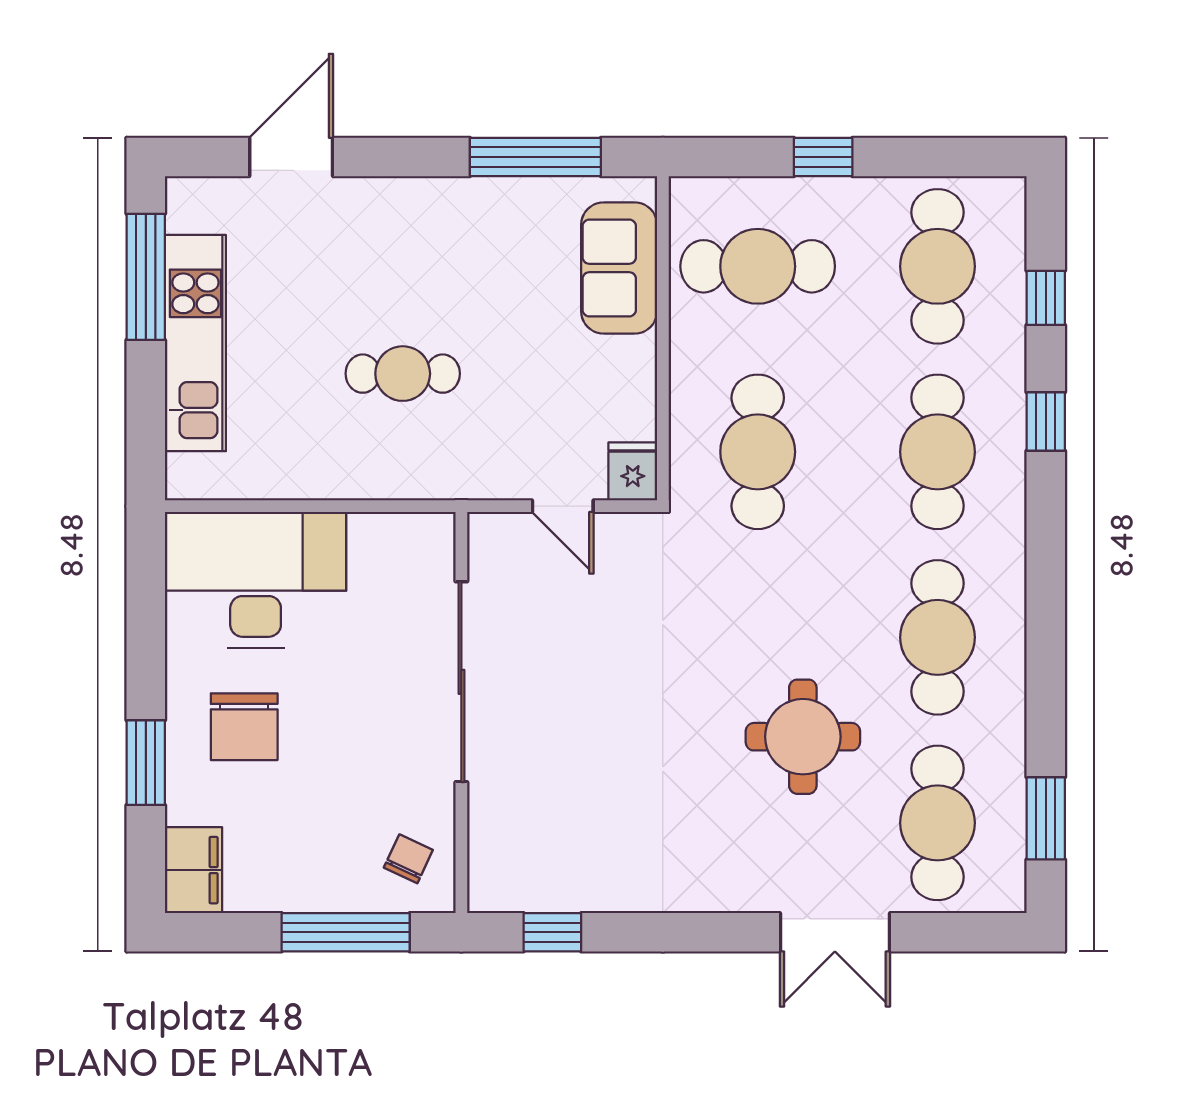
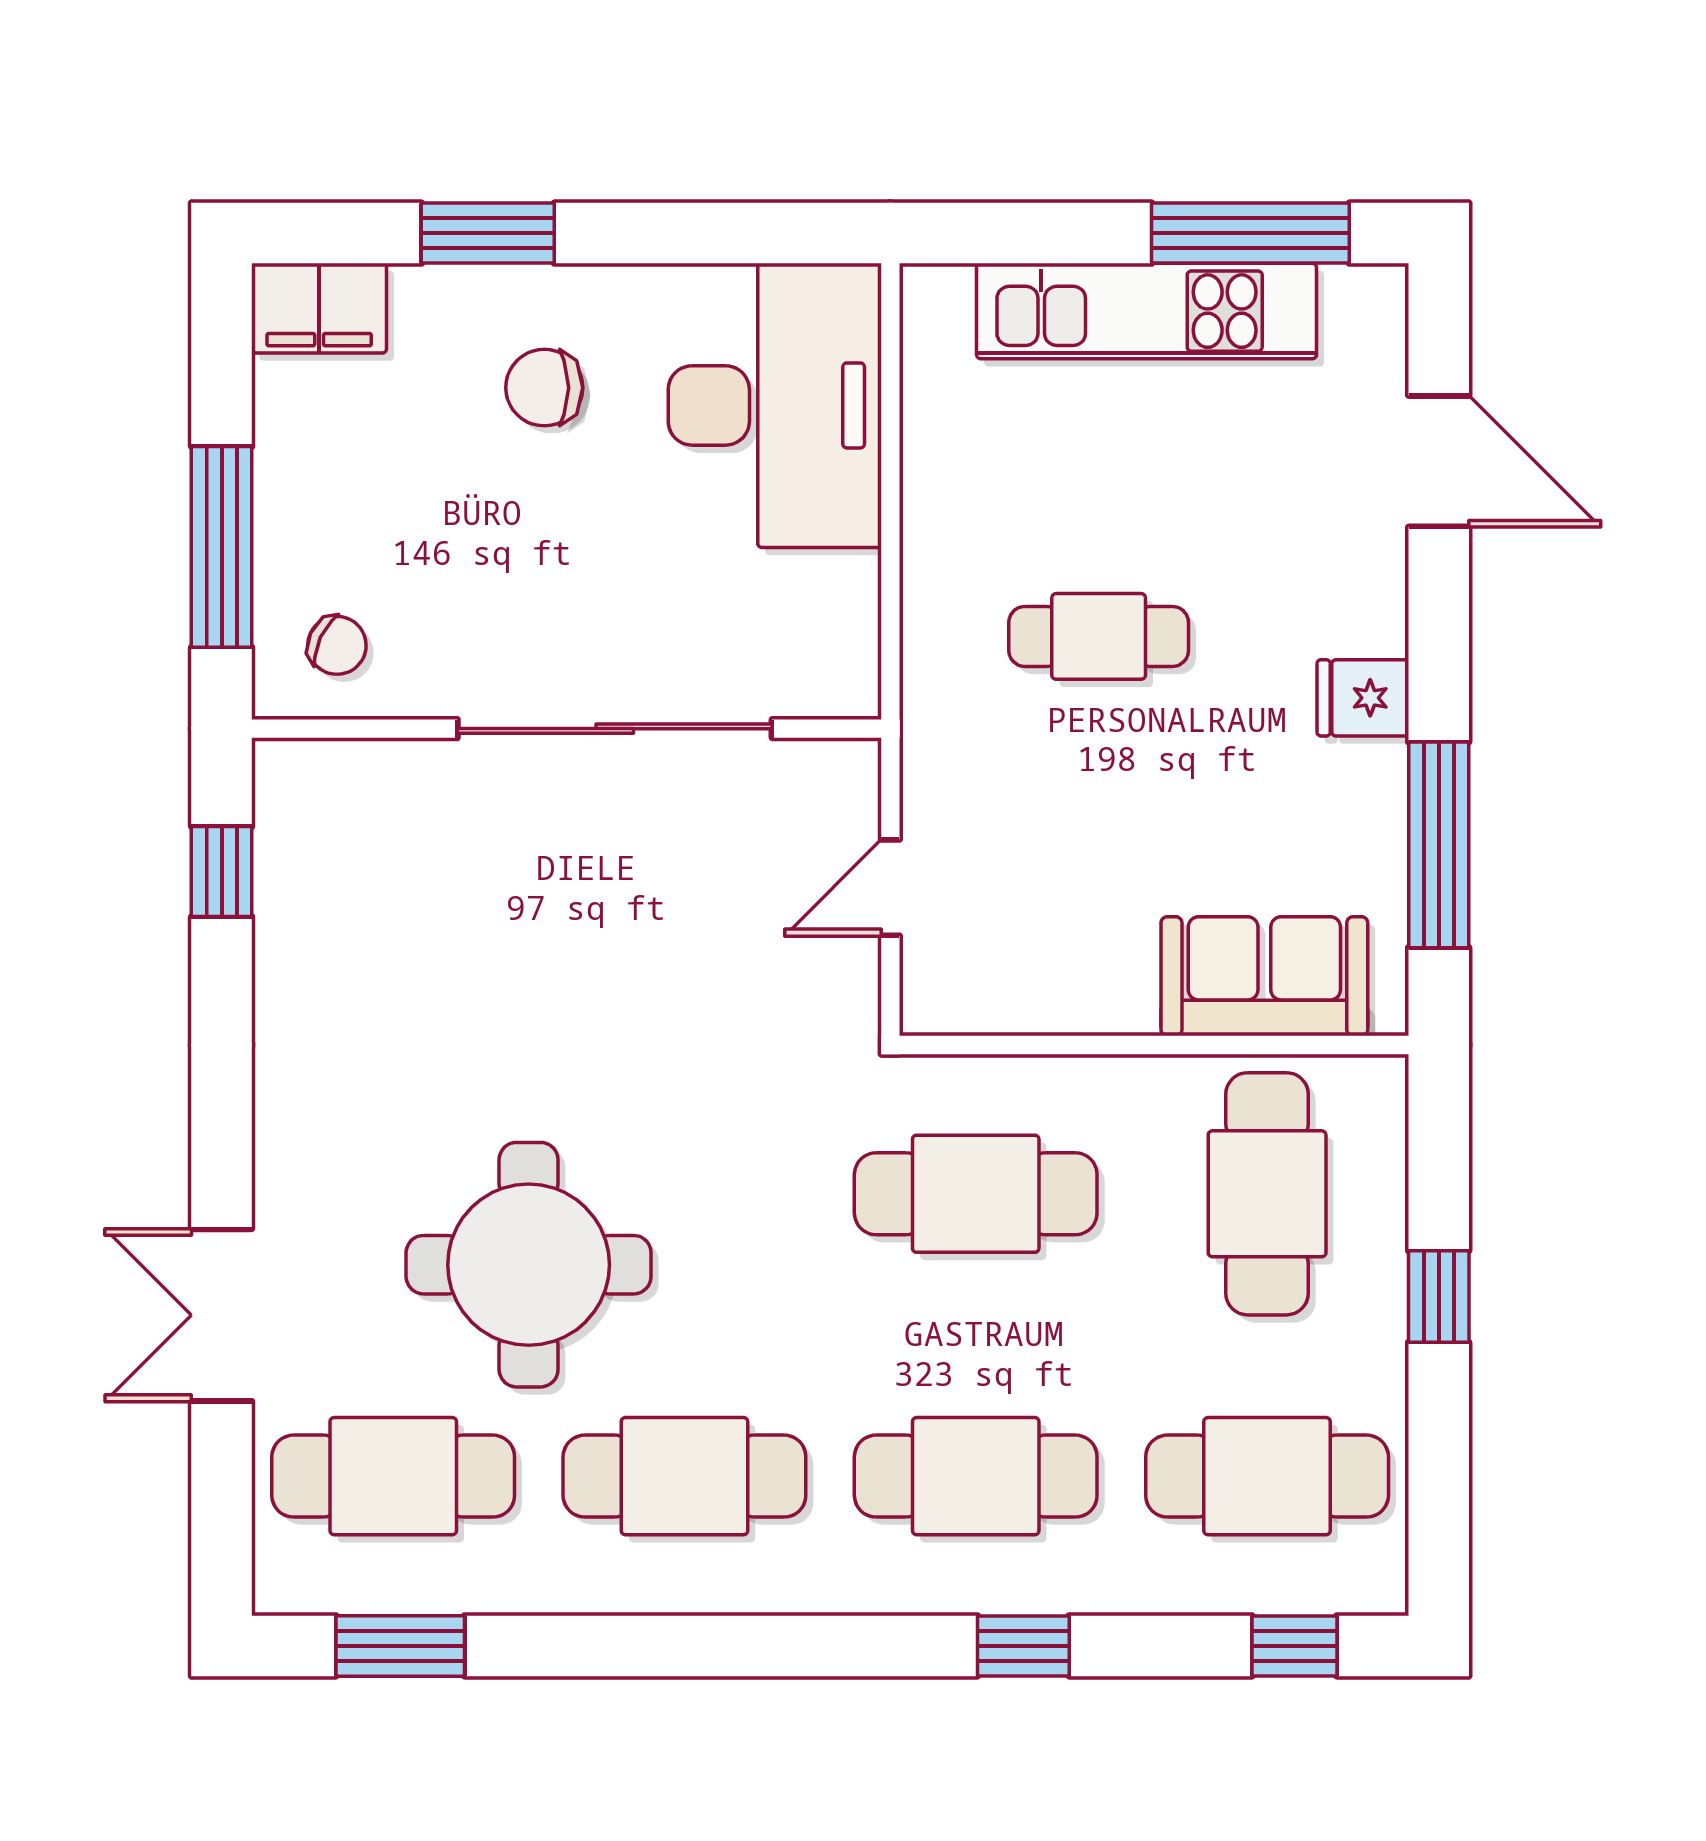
window: (1046, 298) -> (1294, 1646), moved
cafe table: (403, 374) -> (1099, 636), turned 90
fridge: (633, 471) -> (1363, 698), moved, turned 180
chair: (244, 727) -> (544, 388), width x0.73, depth x0.73
round table: (803, 737) -> (529, 1265), width x1.36, depth x1.36

